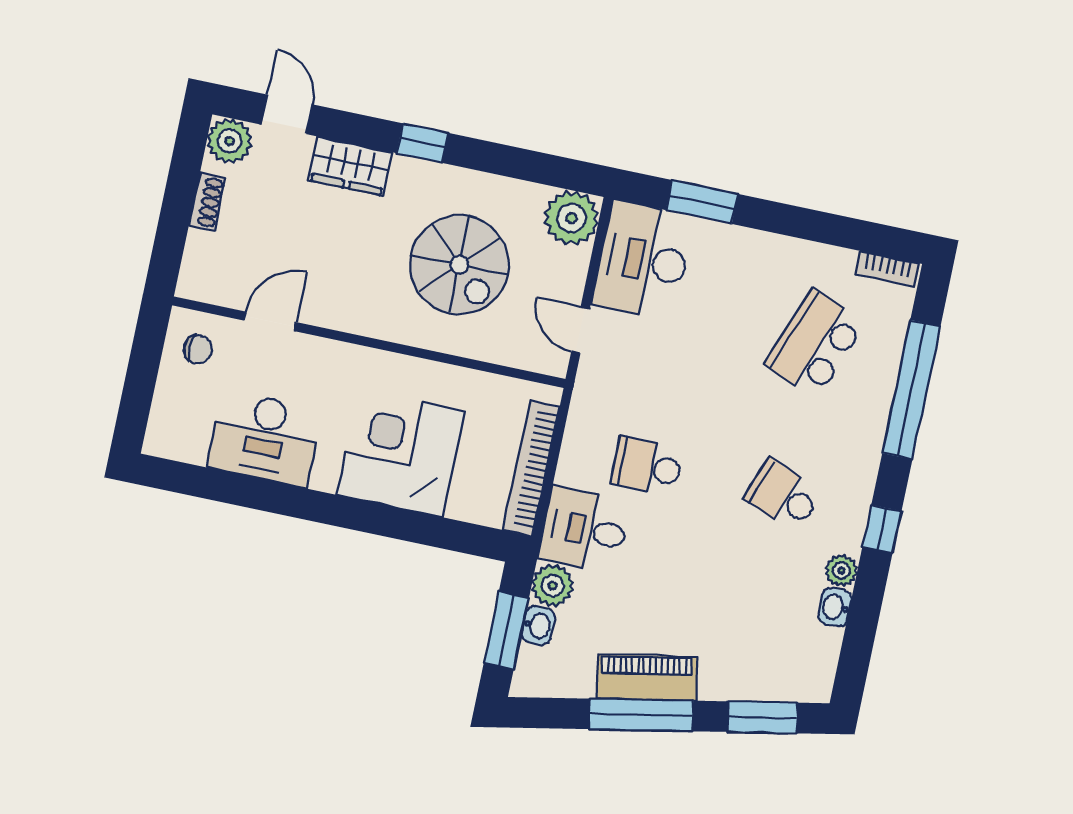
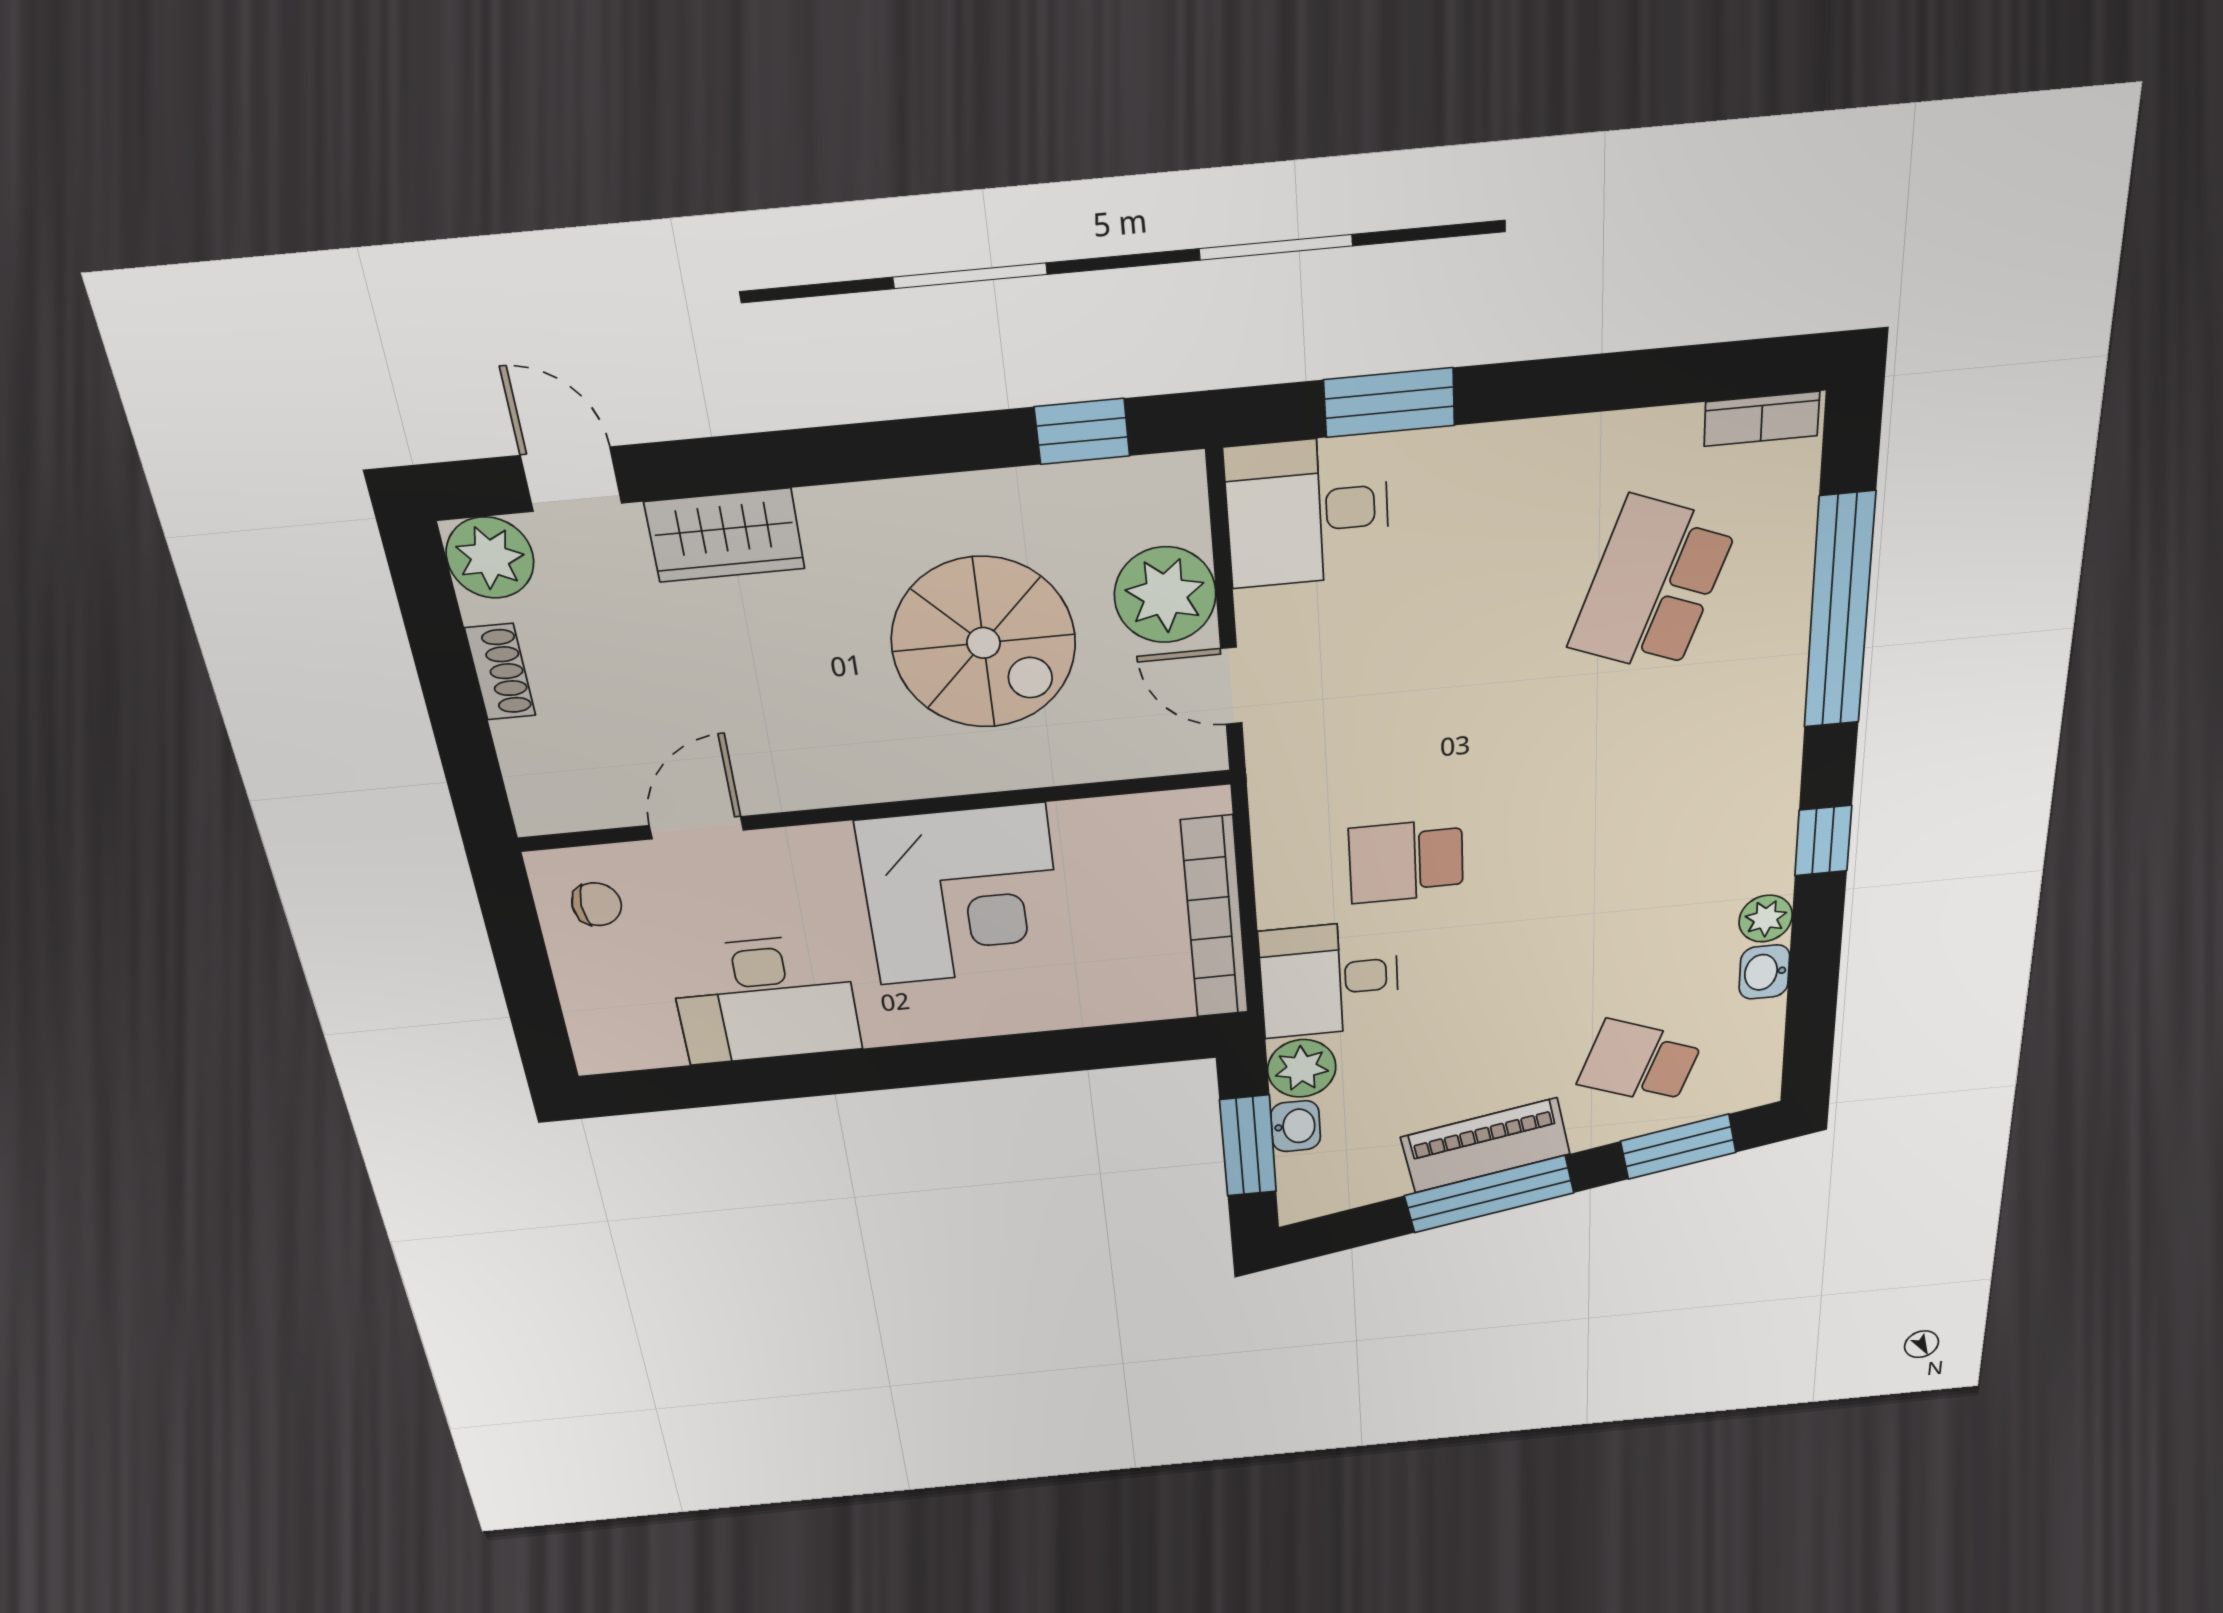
window: (422, 143) -> (1082, 431), moved
plant: (572, 218) -> (1165, 595), moved
desk: (643, 260) -> (1307, 512), width x0.73
corner desk: (401, 453) -> (962, 895), moved, turned 180
school desk: (783, 495) -> (1640, 1062), moved

